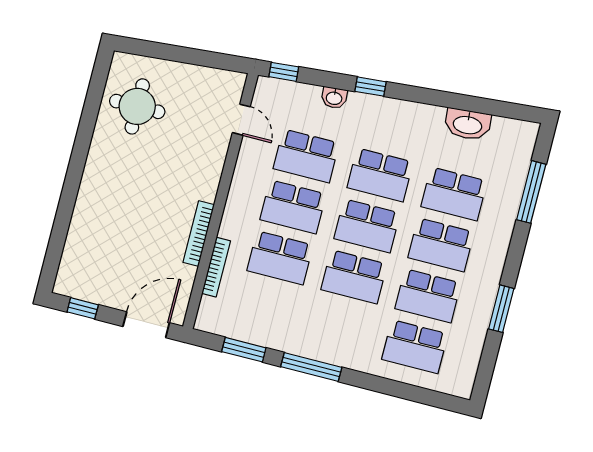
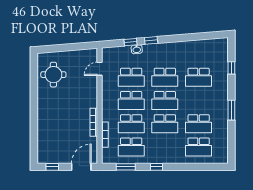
window: (284, 72) -> (131, 42), moved
door: (241, 120) -> (99, 69), swing flipped
washbasin: (468, 124) -> (197, 46), removed
window: (531, 192) -> (231, 68), width x0.46
school desk: (441, 245) -> (131, 147), moved
window: (501, 309) -> (231, 110), moved
window: (311, 367) -> (157, 167), width x0.46

